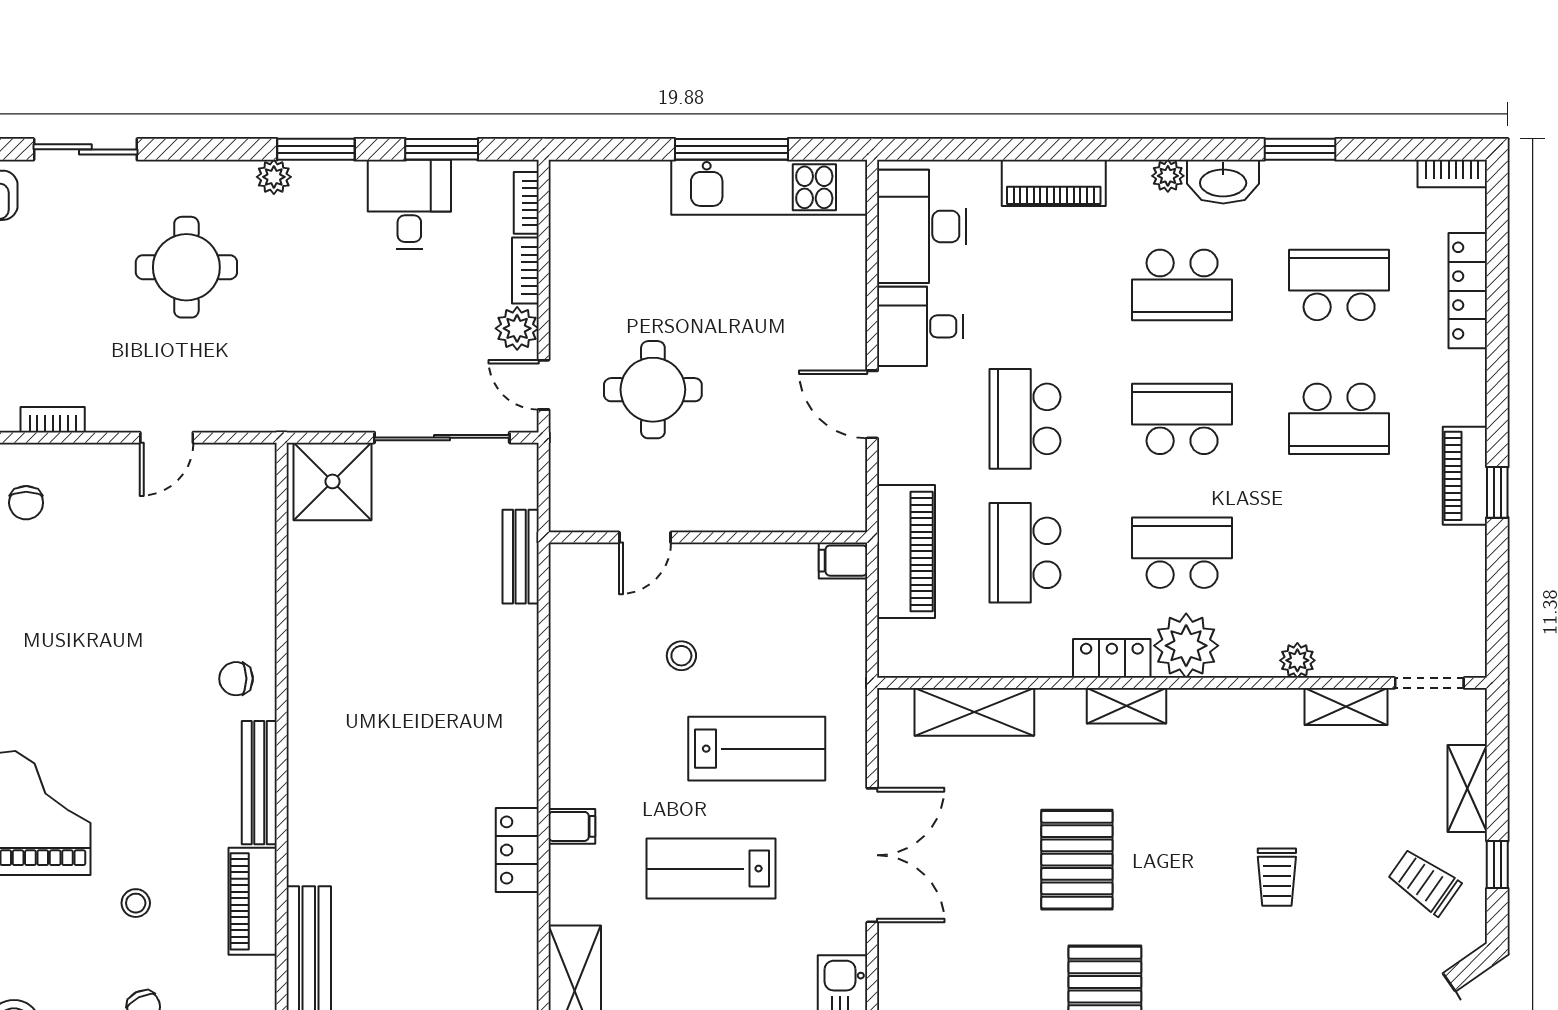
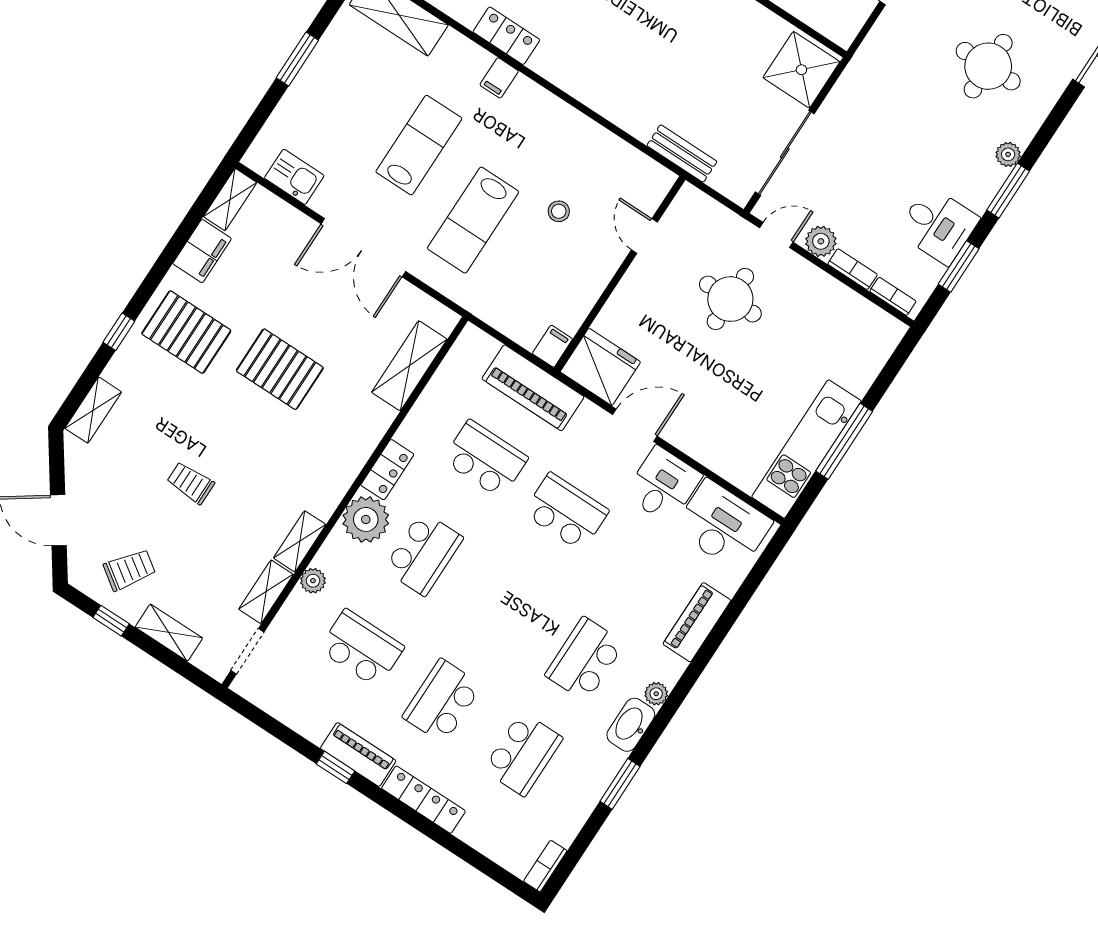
locker: (1468, 291) -> (423, 800), moved
school desk: (1182, 419) -> (361, 648), moved, turned -90
fridge: (831, 489) -> (600, 367), added
shelving: (1126, 706) -> (300, 541), moved

